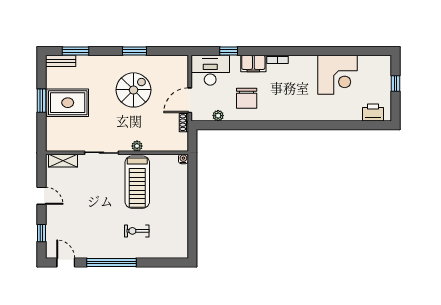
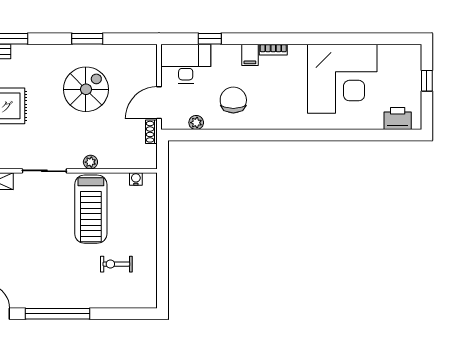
filing cabinet: (253, 64) -> (250, 55), width x0.50
corner desk: (338, 75) -> (342, 79), width x1.36, depth x1.36
chair: (247, 98) -> (233, 100), turned 180
water cooler: (183, 159) -> (136, 179), moved
exercise bike: (137, 231) -> (116, 264), moved

